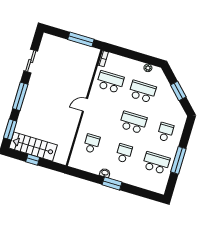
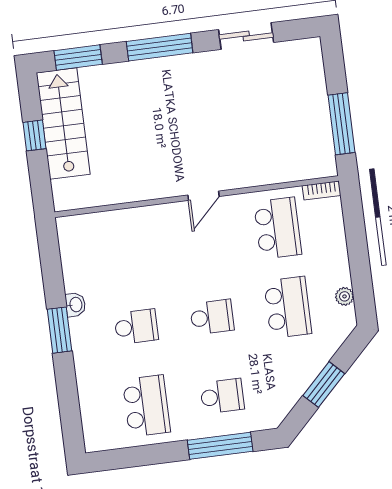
door: (85, 105) -> (203, 196), swing flipped
school desk: (133, 122) -> (212, 317), width x0.54
school desk: (92, 144) -> (126, 248), removed
window: (178, 160) -> (220, 446), moved

